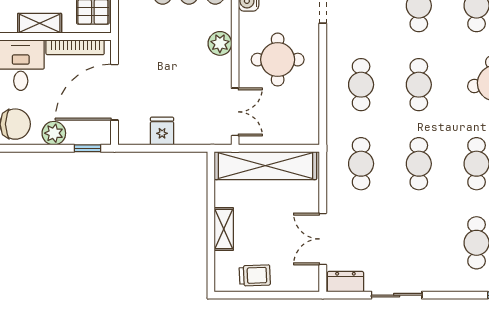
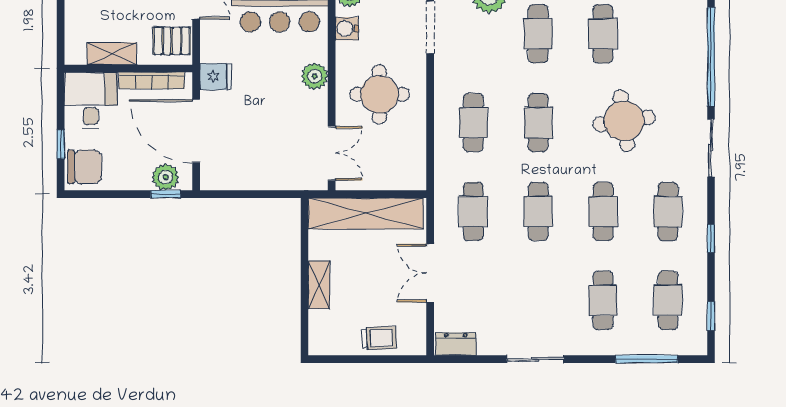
door: (114, 92) -> (196, 131), hinge flipped
fridge: (162, 131) -> (215, 77), moved, turned 90
plant: (54, 133) -> (166, 177), moved
double door: (323, 239) -> (430, 273), moved
trolley: (255, 275) -> (379, 338), moved
sliding door: (397, 295) -> (536, 359), moved

